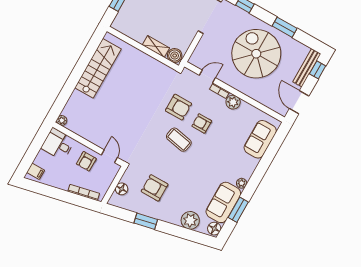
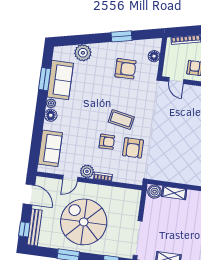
spiral stairs: (256, 54) -> (84, 222), turned 180
door: (207, 76) -> (70, 178), moved
armchair: (178, 107) -> (133, 148), turned -90
floor lamp: (214, 229) -> (51, 115), moved

